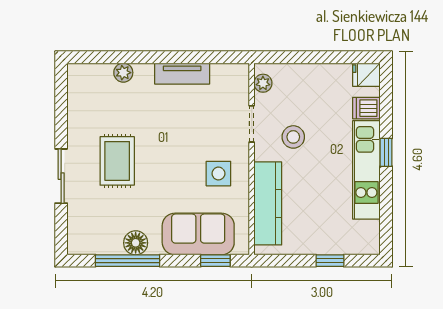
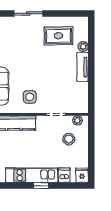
tv unit: (182, 74) -> (83, 67), moved
stool: (293, 137) -> (69, 139), moved
rug: (117, 161) -> (58, 36), moved

